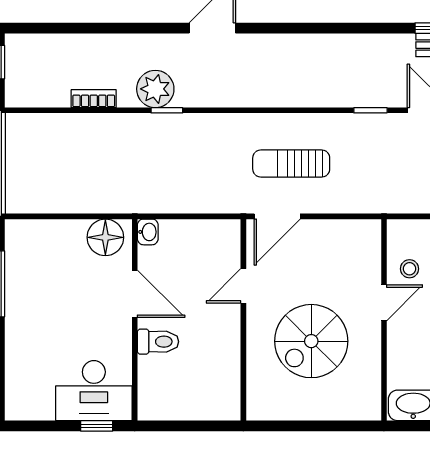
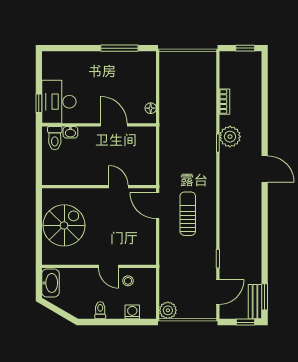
washbasin: (148, 232) -> (70, 132), moved
floor lamp: (105, 237) -> (151, 108), width x0.53, depth x0.53
door: (135, 294) -> (114, 125), swing flipped
spiral stairs: (311, 341) -> (64, 225), moved, turned 90
toilet: (158, 342) -> (55, 138), moved

